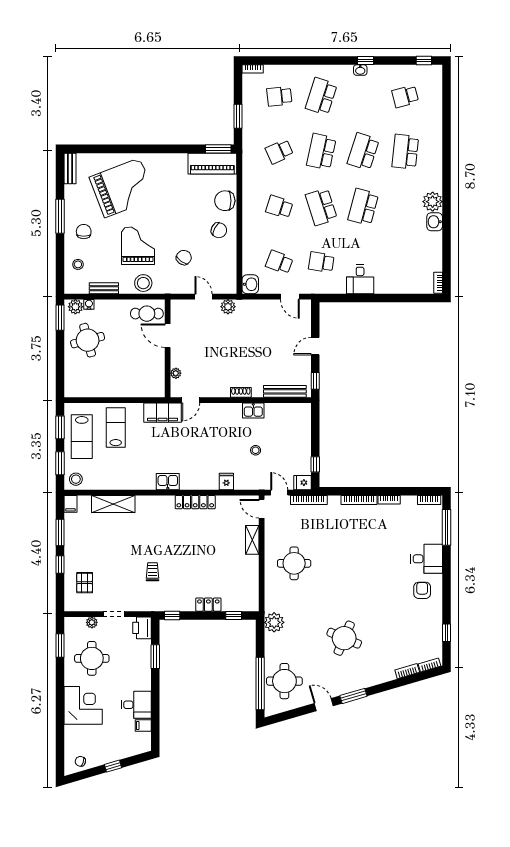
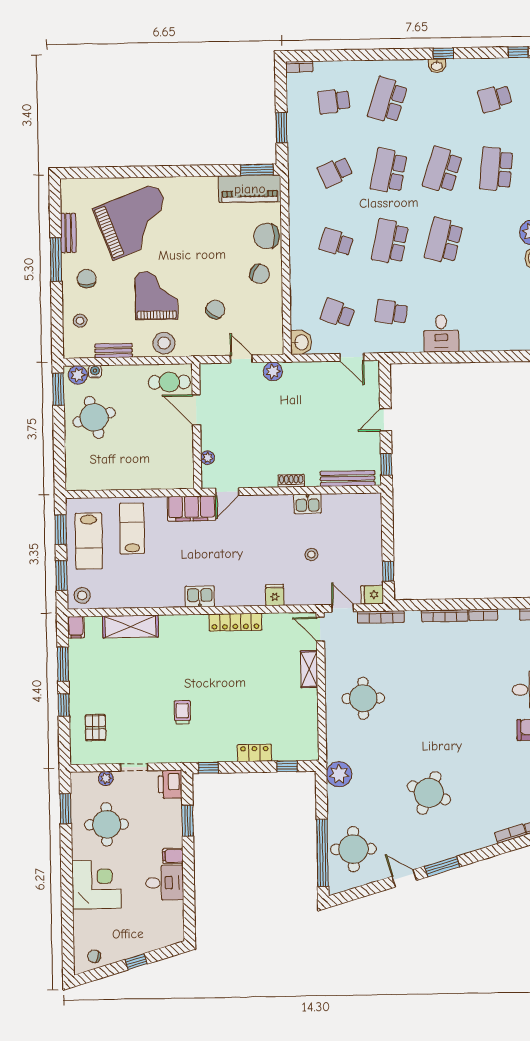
bench: (70, 168) -> (68, 233), moved
school desk: (321, 207) -> (390, 242), turned 30
filing cabinet: (143, 725) -> (173, 856), moved

